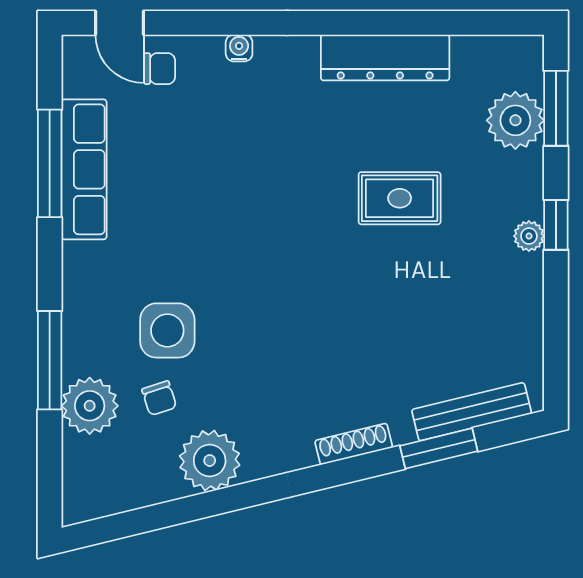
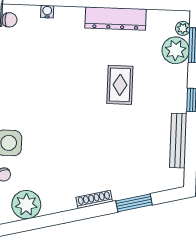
rug: (400, 198) -> (120, 85), turned 90
plant: (529, 236) -> (183, 28), moved
bench: (472, 412) -> (178, 141), moved, turned -76

